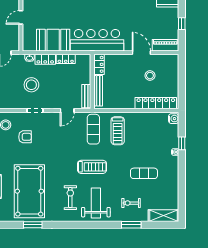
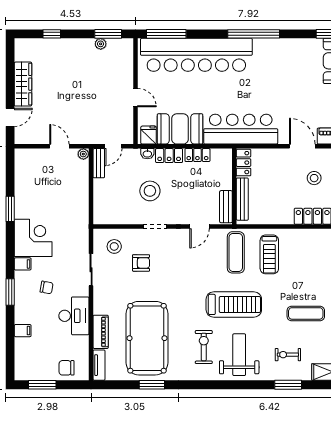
door: (21, 17) -> (135, 98), swing flipped
fridge: (30, 44) -> (149, 135), added
treadmill: (92, 167) -> (234, 304), width x1.37, depth x1.38

